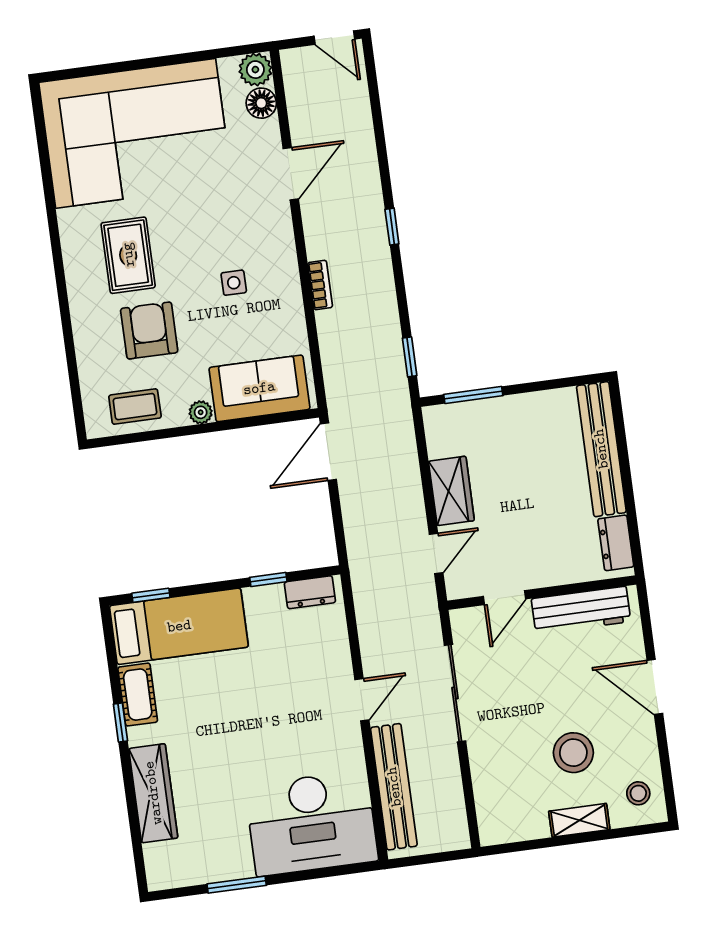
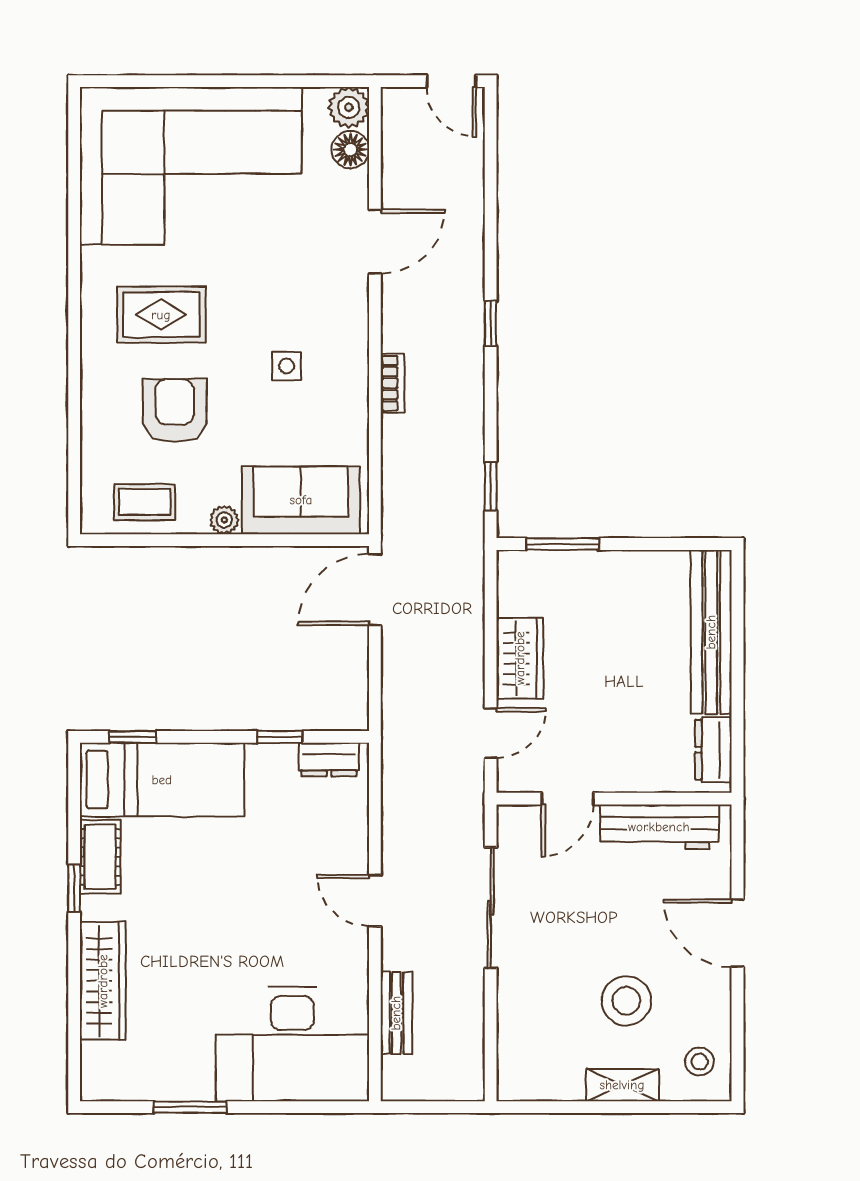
rug: (128, 255) -> (161, 315), turned 90
door: (362, 700) -> (375, 901), swing flipped
bench: (394, 787) -> (396, 1013), width x0.54, depth x0.82

